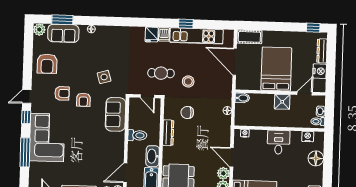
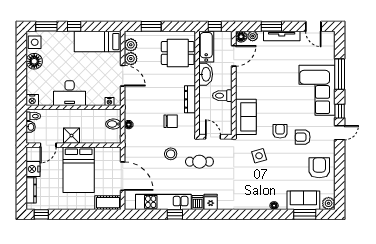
bidet: (242, 98) -> (113, 124), moved
nightstand: (308, 136) -> (32, 100), moved
desk: (279, 142) -> (70, 93), width x1.37
floor lamp: (316, 158) -> (34, 61), moved

